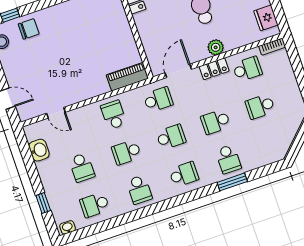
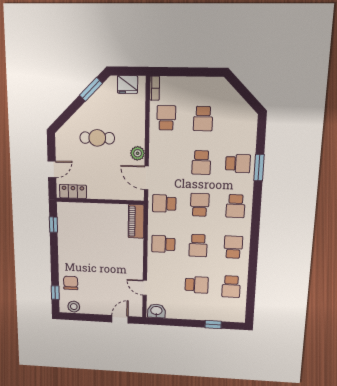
plant: (216, 47) -> (138, 153), moved
locker: (214, 69) -> (155, 147), removed
school desk: (158, 100) -> (164, 204), turned -90
door: (56, 113) -> (145, 288), swing flipped
washbasin: (39, 150) -> (156, 311), moved
school desk: (184, 174) -> (236, 206), turned 180
school desk: (139, 190) -> (233, 247), turned -90
washbasin: (68, 227) -> (241, 314), removed

